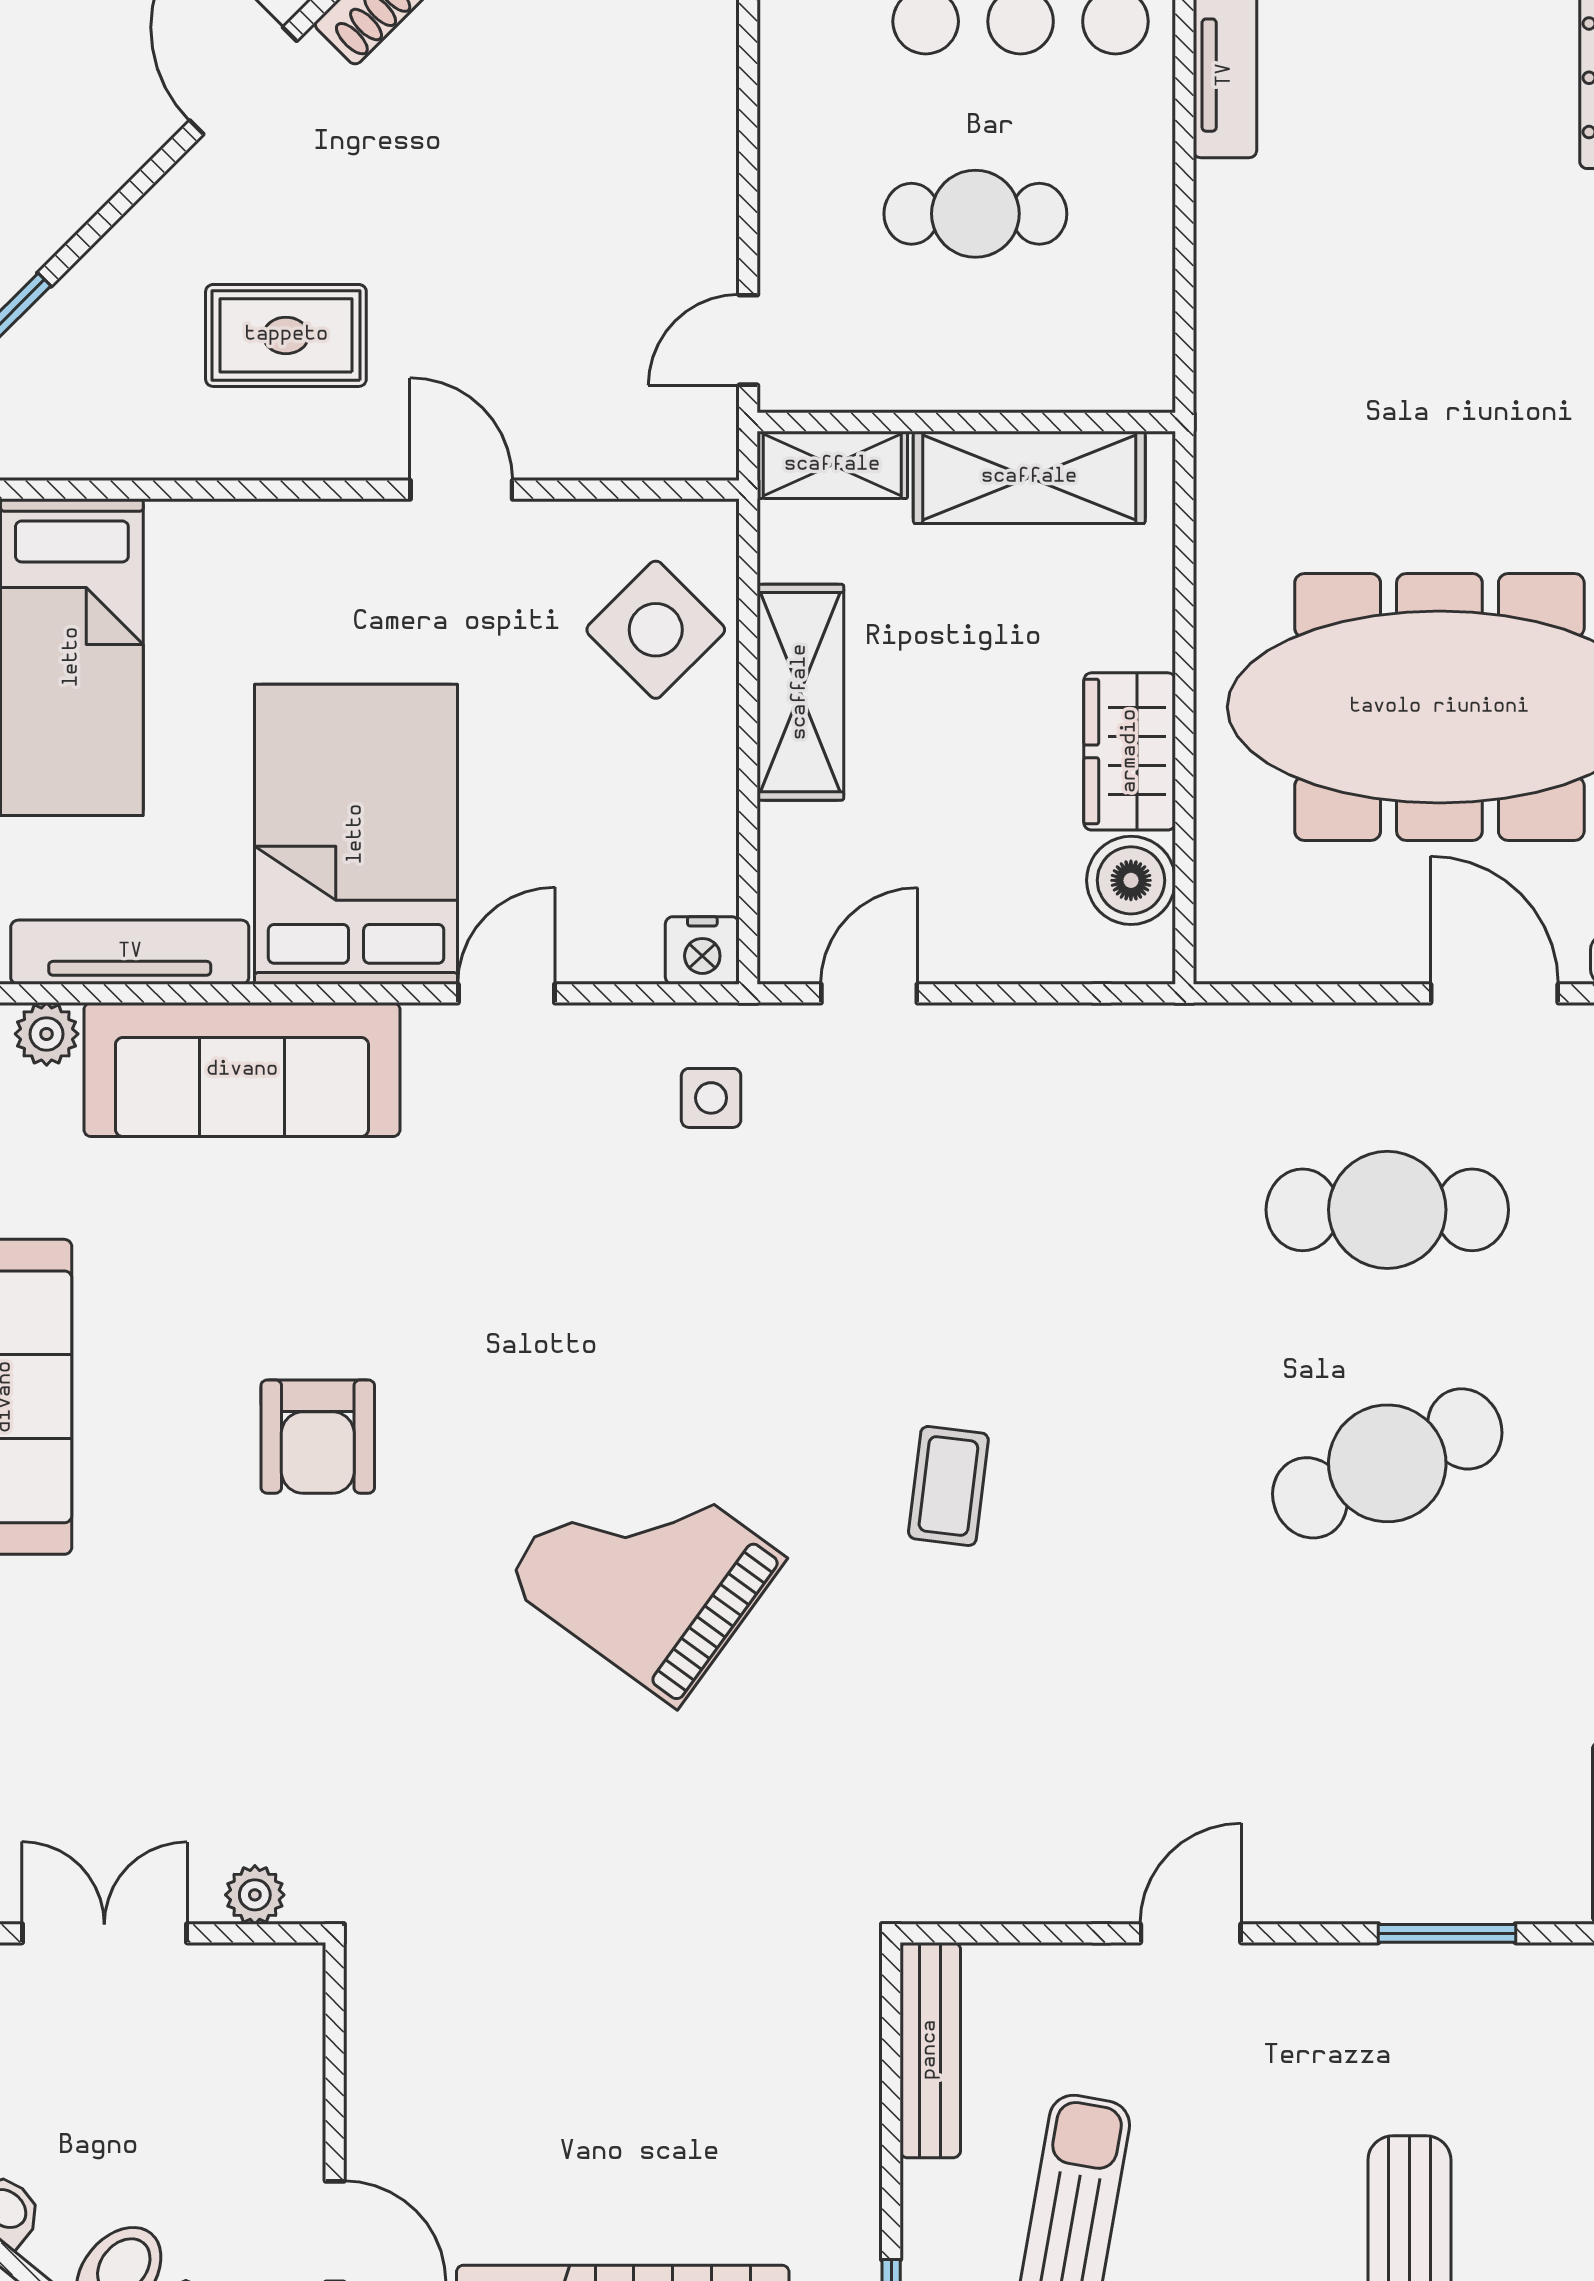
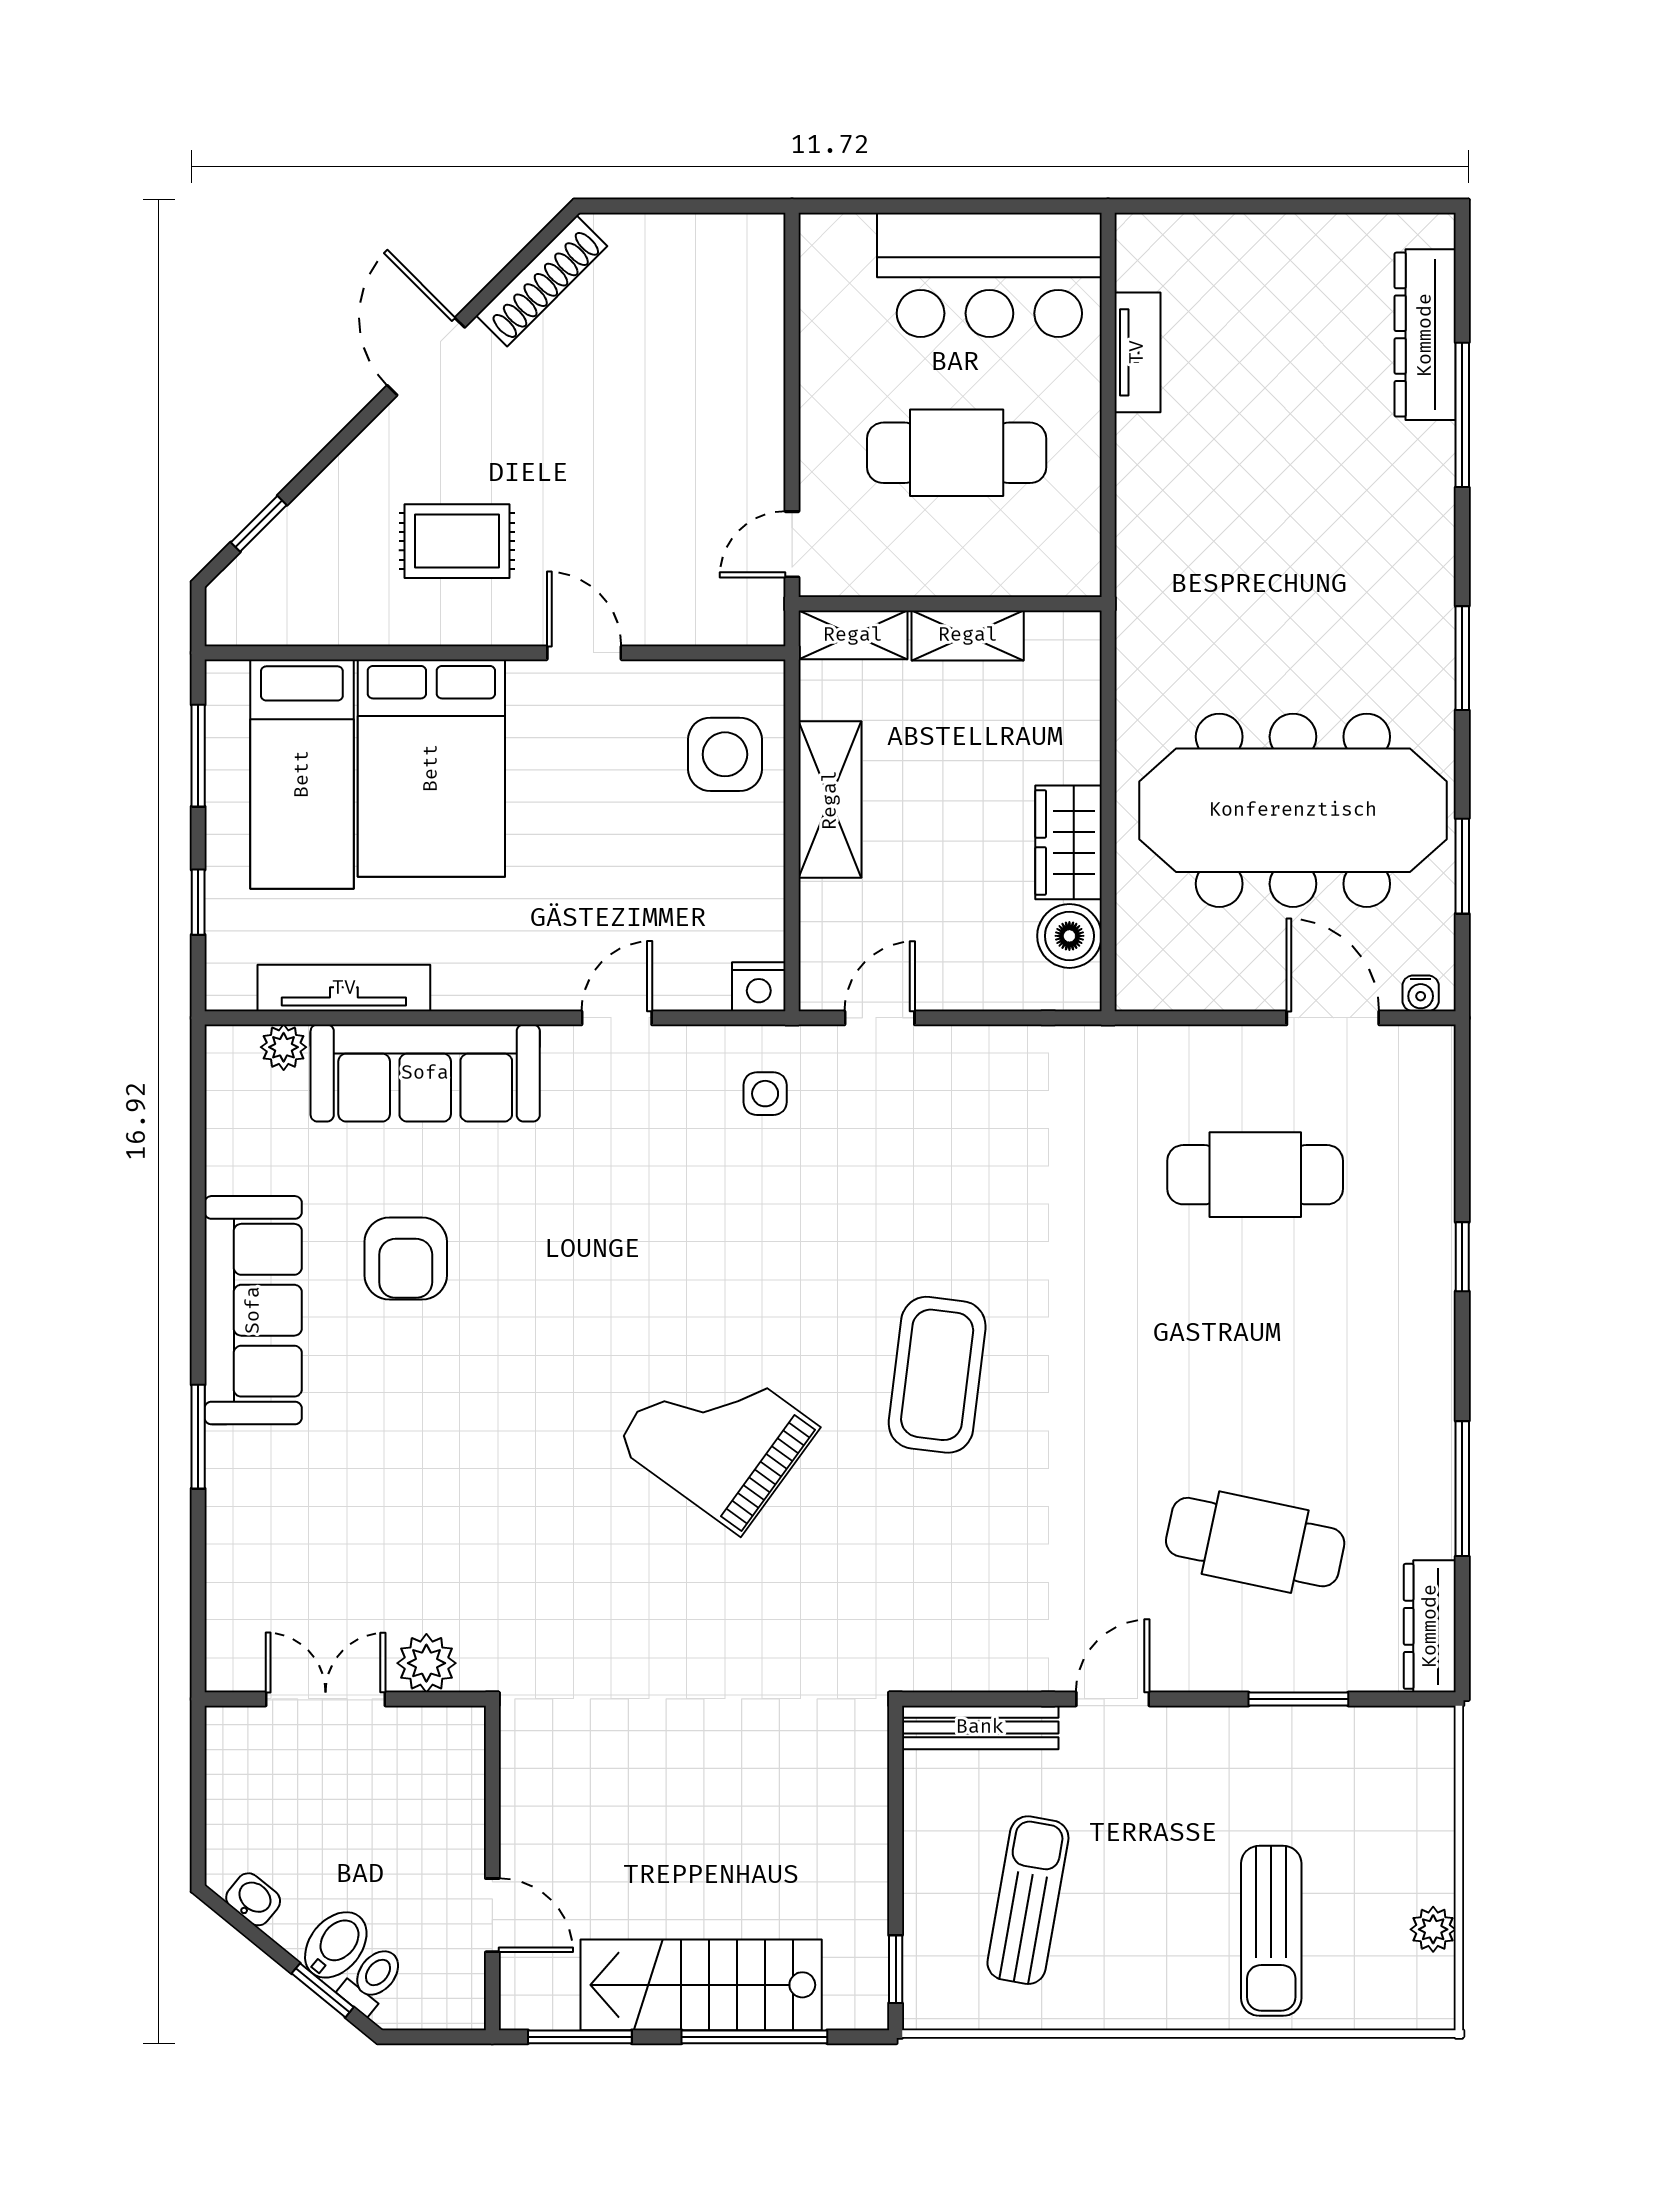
cafe table: (975, 214) -> (957, 453), width x1.37, depth x1.35
shelving: (1029, 477) -> (968, 635), width x0.67, depth x0.75
side table: (656, 630) -> (725, 754), turned 45
bed: (356, 834) -> (431, 768), moved, turned 180
armchair: (318, 1437) -> (406, 1258), moved
cafe table: (1387, 1463) -> (1255, 1542), moved, turned 36
coffee table: (948, 1486) -> (937, 1375), width x1.86, depth x1.72
plant: (255, 1895) -> (426, 1663), width x1.38, depth x1.38
bench: (930, 2050) -> (980, 1727), moved, turned 90

